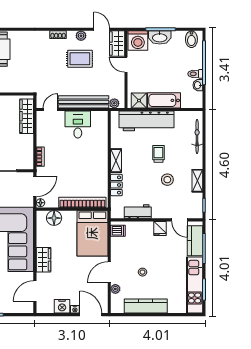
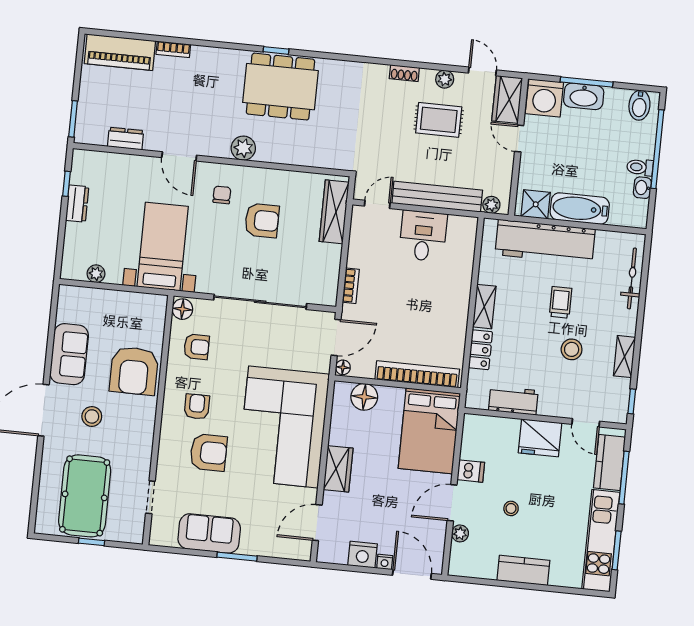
fridge: (160, 228) -> (540, 438), width x1.88, depth x1.34
dishwasher: (118, 231) -> (471, 471), moved
kitchen counter: (146, 306) -> (523, 570), width x0.67

